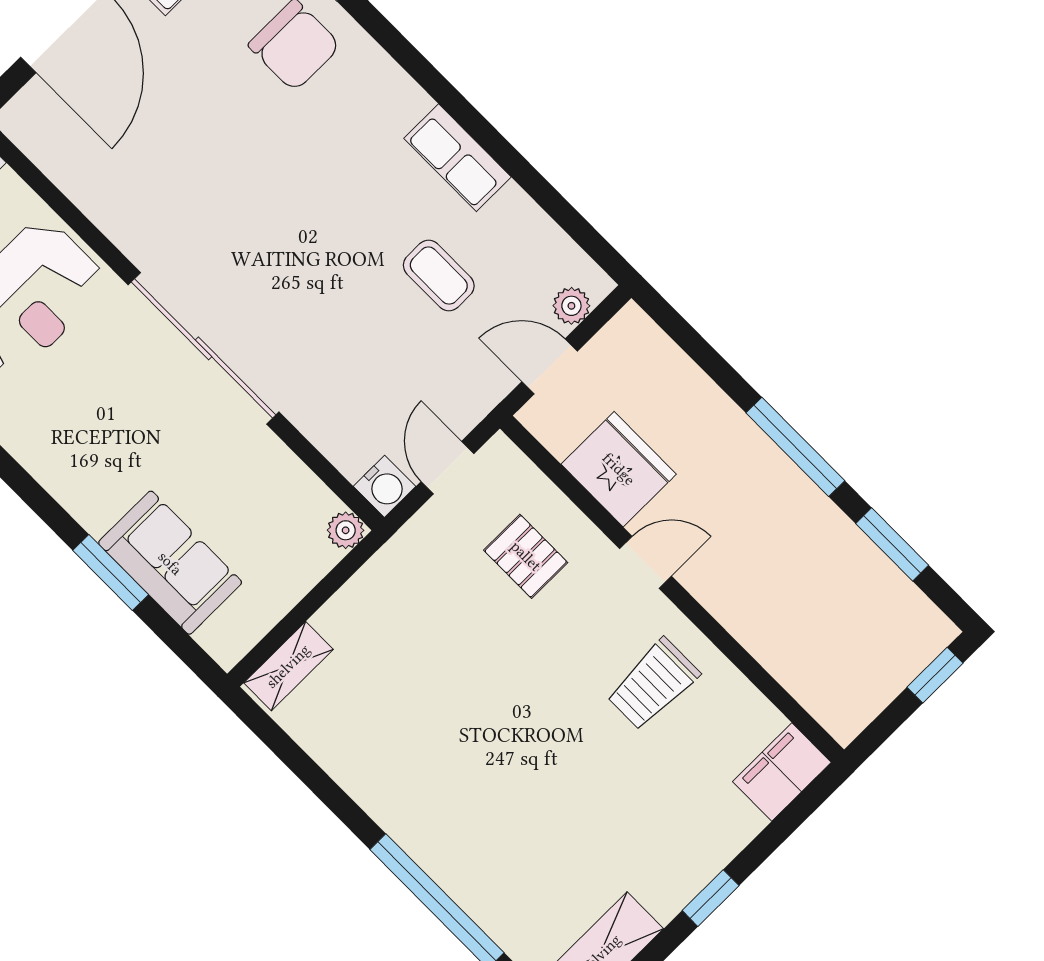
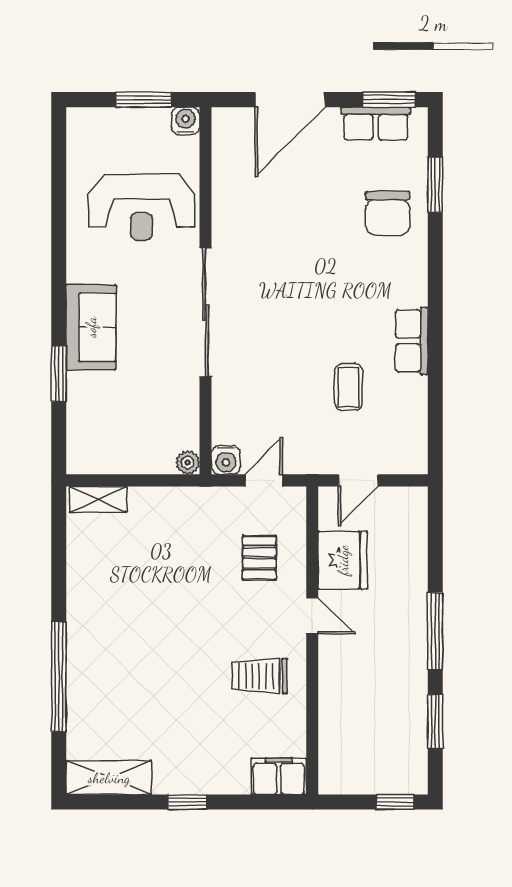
plant: (571, 306) -> (396, 462), removed
door: (550, 366) -> (358, 480), swing flipped
sofa: (170, 563) -> (91, 327), moved

